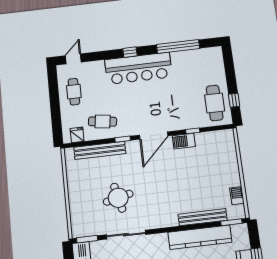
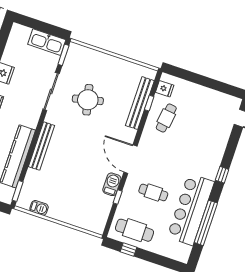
bar counter: (138, 68) -> (191, 209), moved
cafe table: (74, 92) -> (153, 192), moved
window: (123, 139) -> (149, 103), moved
bench: (203, 217) -> (42, 146), moved

